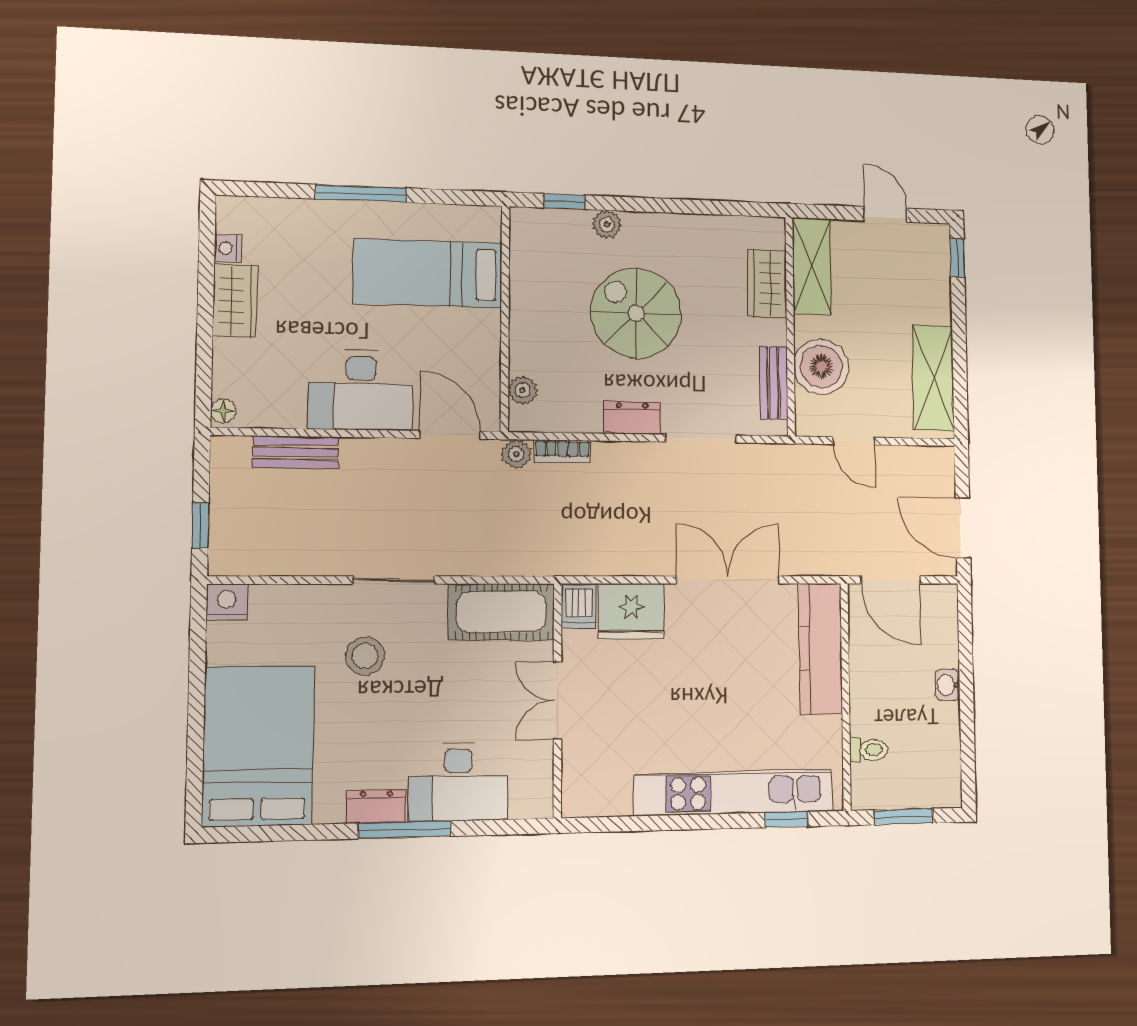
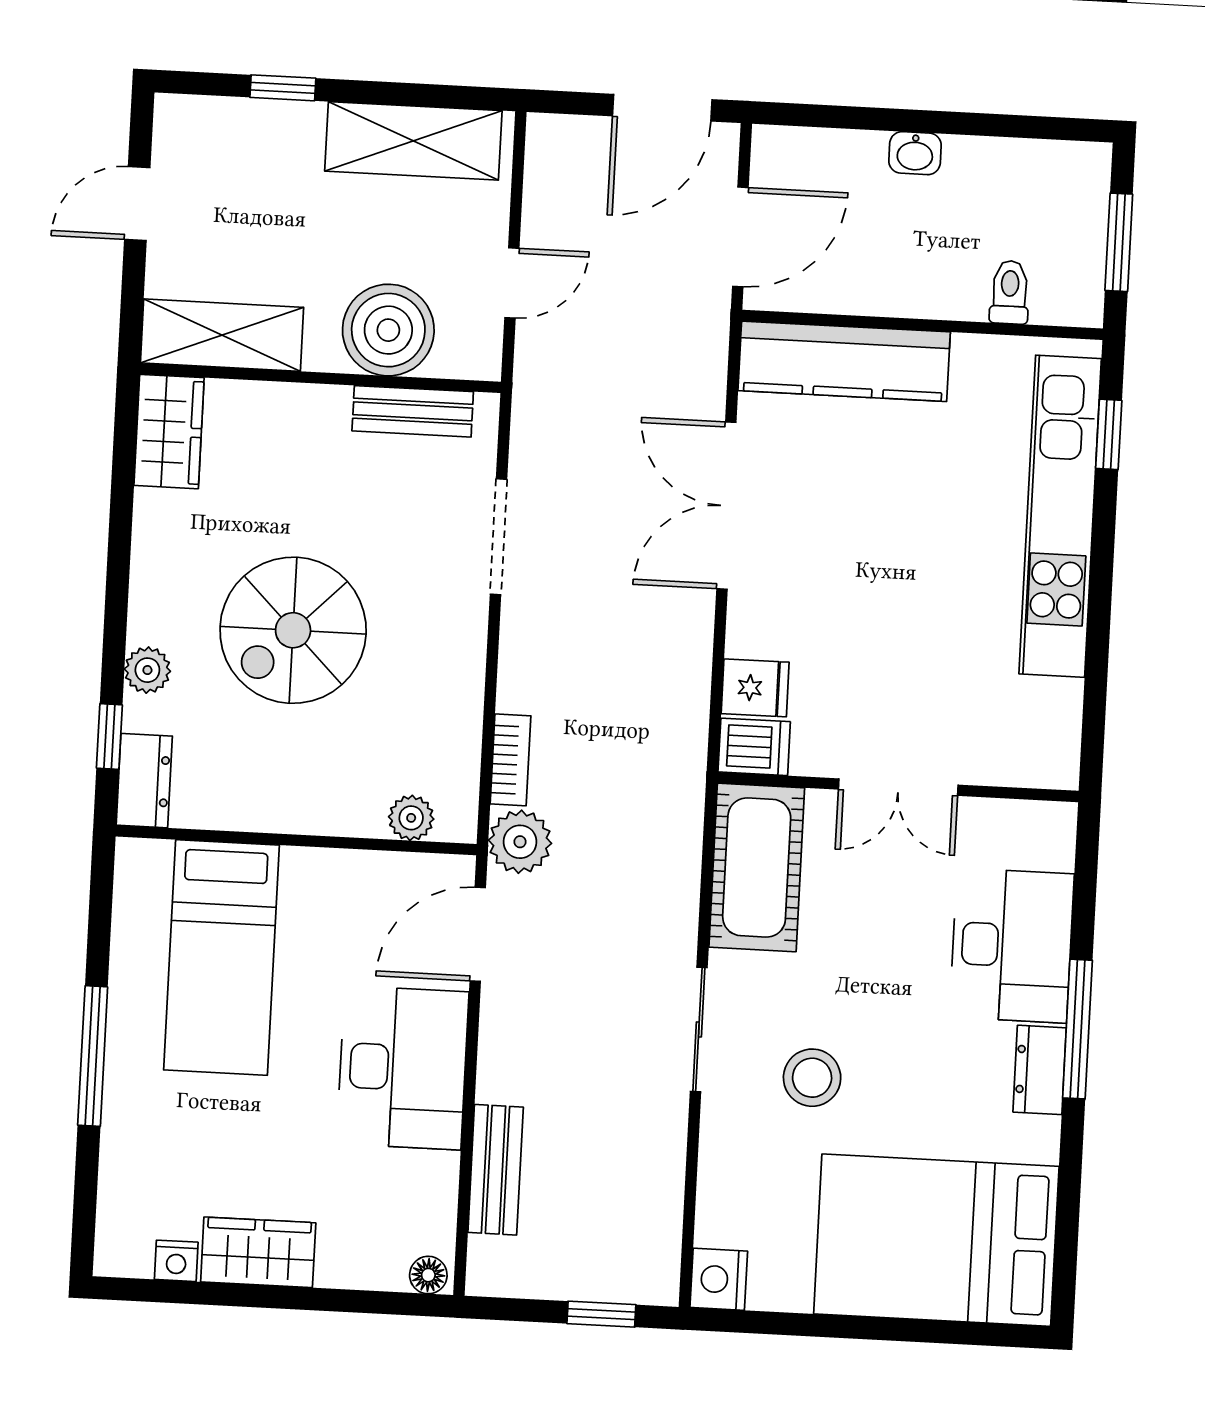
window: (957, 258) -> (283, 88), moved
wardrobe: (767, 284) -> (169, 432), moved, turned -90
dresser: (632, 418) -> (144, 781), moved, turned 180
plant: (516, 454) -> (520, 842), width x1.38, depth x1.38
fridge: (631, 611) -> (755, 688), width x0.53, depth x0.75

